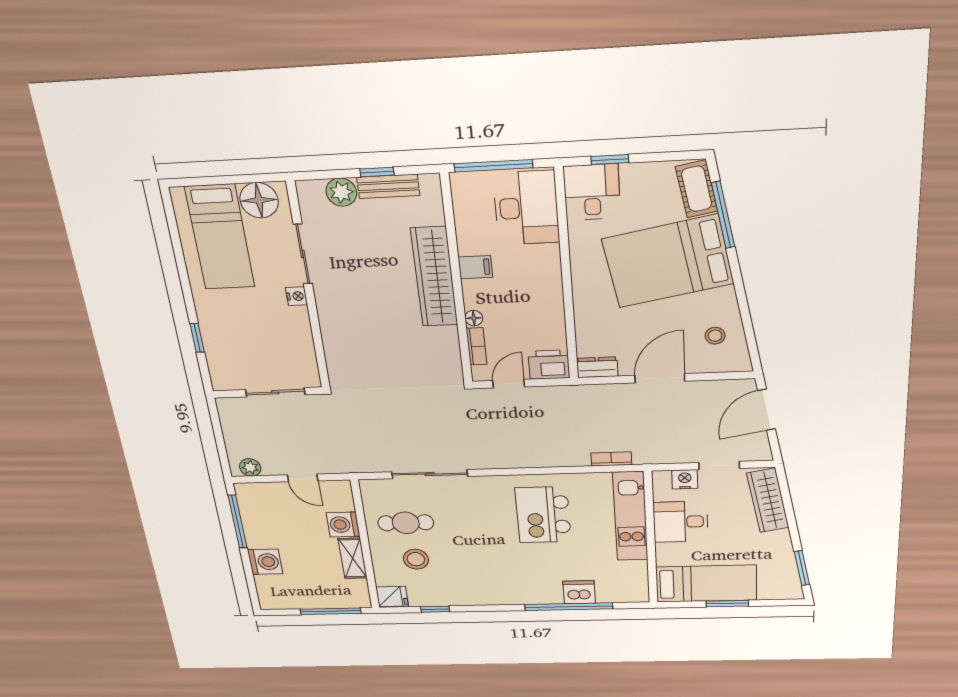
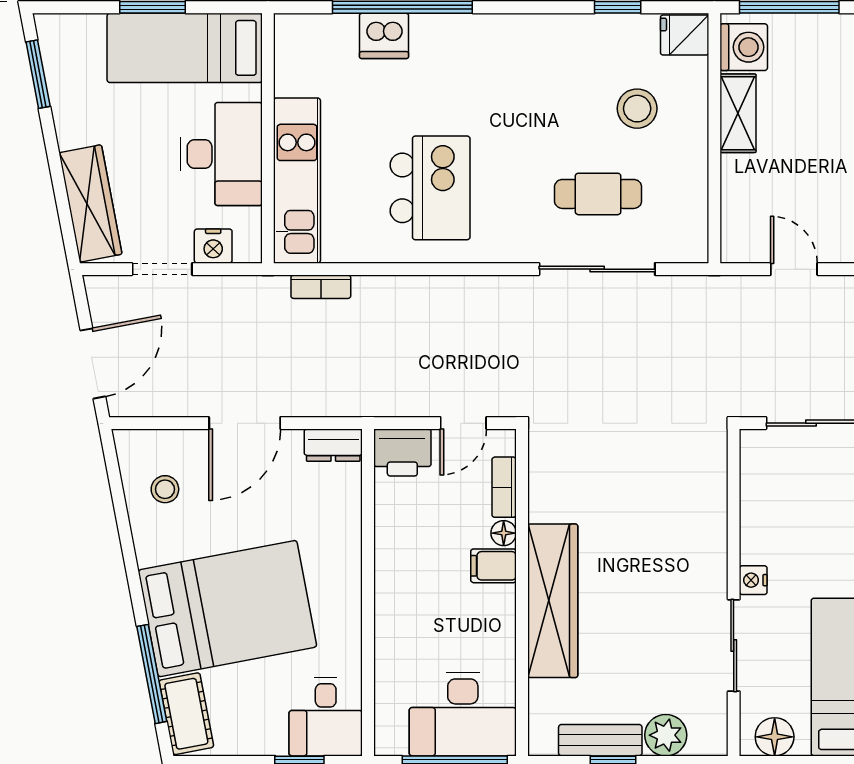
floor lamp: (259, 200) -> (775, 737), width x0.73, depth x0.73
desk: (526, 208) -> (463, 714), moved, turned -90
filing cabinet: (475, 267) -> (494, 566), moved
desk: (681, 522) -> (222, 154), width x1.37
cafe table: (406, 523) -> (598, 194), moved
washing machine: (343, 525) -> (744, 47), moved

